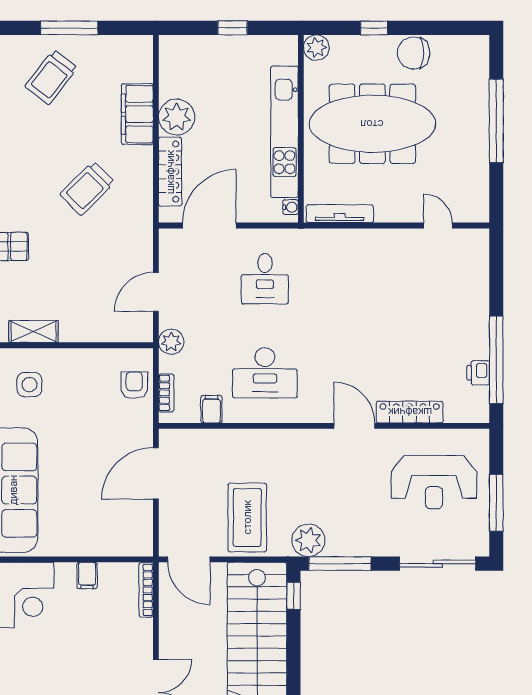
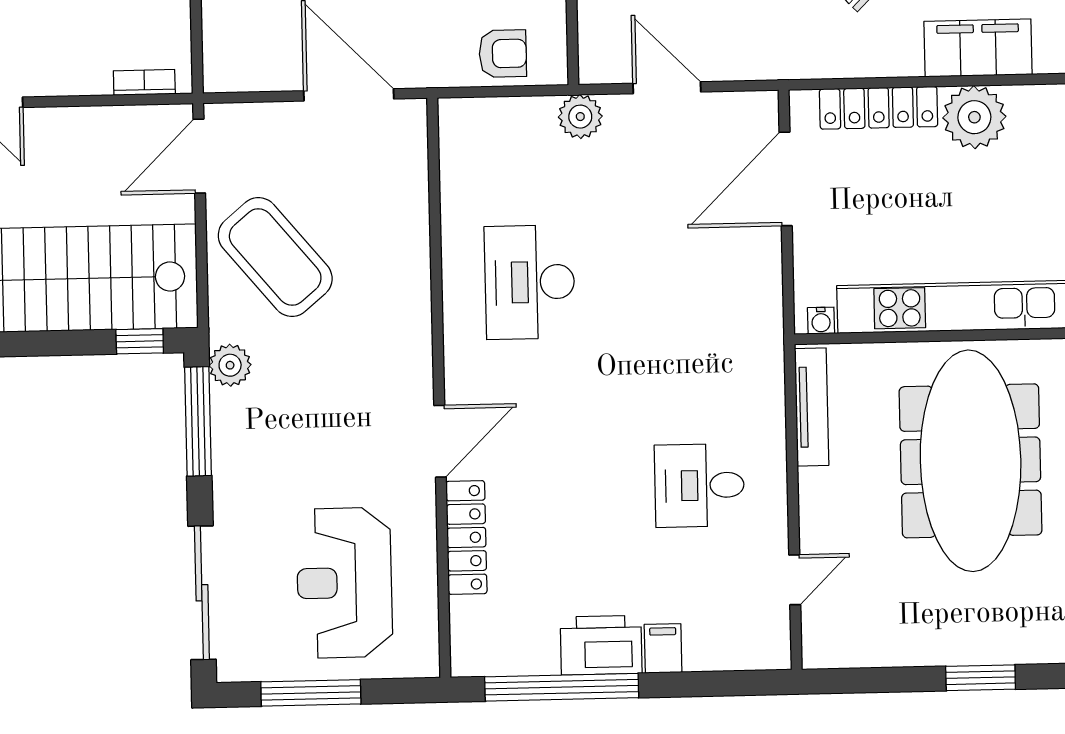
window: (496, 121) -> (981, 678), width x0.47
door: (209, 225) -> (786, 179), swing flipped
desk: (265, 279) -> (699, 485), moved
printer: (478, 373) -> (601, 645), moved, width x1.87, depth x1.48
bookcase: (166, 393) -> (490, 110), removed
filing cabinet: (212, 409) -> (663, 648), moved, turned -90
coffee table: (247, 517) -> (275, 257), turned 50
plant: (308, 540) -> (230, 365), width x0.73, depth x0.73
bookcase: (146, 590) -> (144, 82), width x0.64

